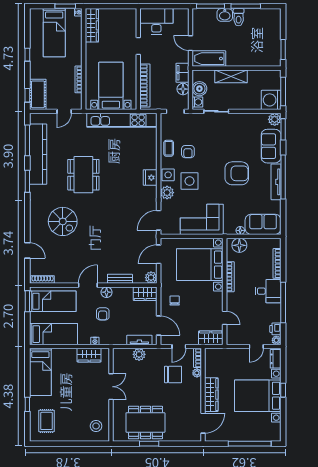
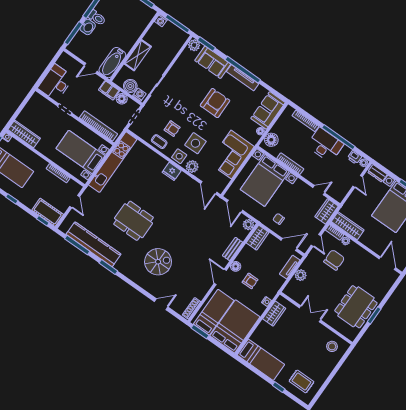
washing machine: (271, 100) -> (161, 20), moved, width x0.53, depth x0.53
desk: (268, 291) -> (325, 145), width x1.37
bed: (54, 334) -> (235, 326), width x1.50
wardrobe: (211, 395) -> (348, 226), moved

